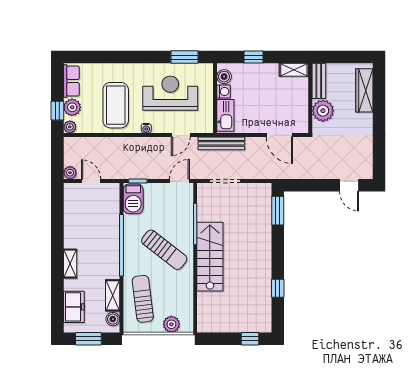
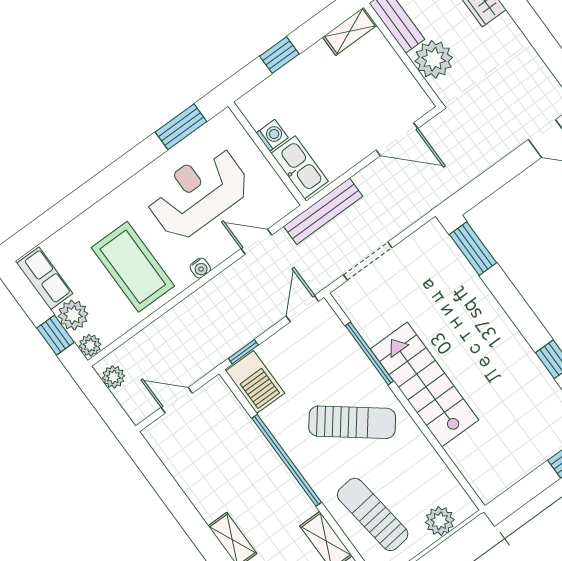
boiler: (224, 77) -> (258, 113), removed
door: (181, 135) -> (256, 242), swing flipped
plant: (70, 173) -> (114, 377), moved

